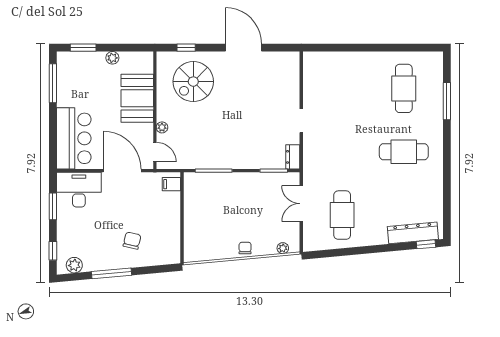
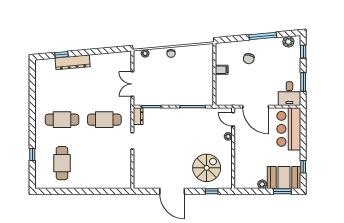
window: (53, 83) -> (303, 167), width x0.46
booth: (137, 98) -> (284, 178), moved, turned 90
window: (447, 101) -> (32, 154), width x0.46
filing cabinet: (171, 184) -> (222, 70), moved
desk: (79, 190) -> (289, 94), width x0.73
double door: (301, 204) -> (132, 84), swing flipped
cafe table: (342, 215) -> (104, 120), moved, turned 90
dresser: (413, 233) -> (73, 62), moved
window: (426, 244) -> (62, 55), moved

